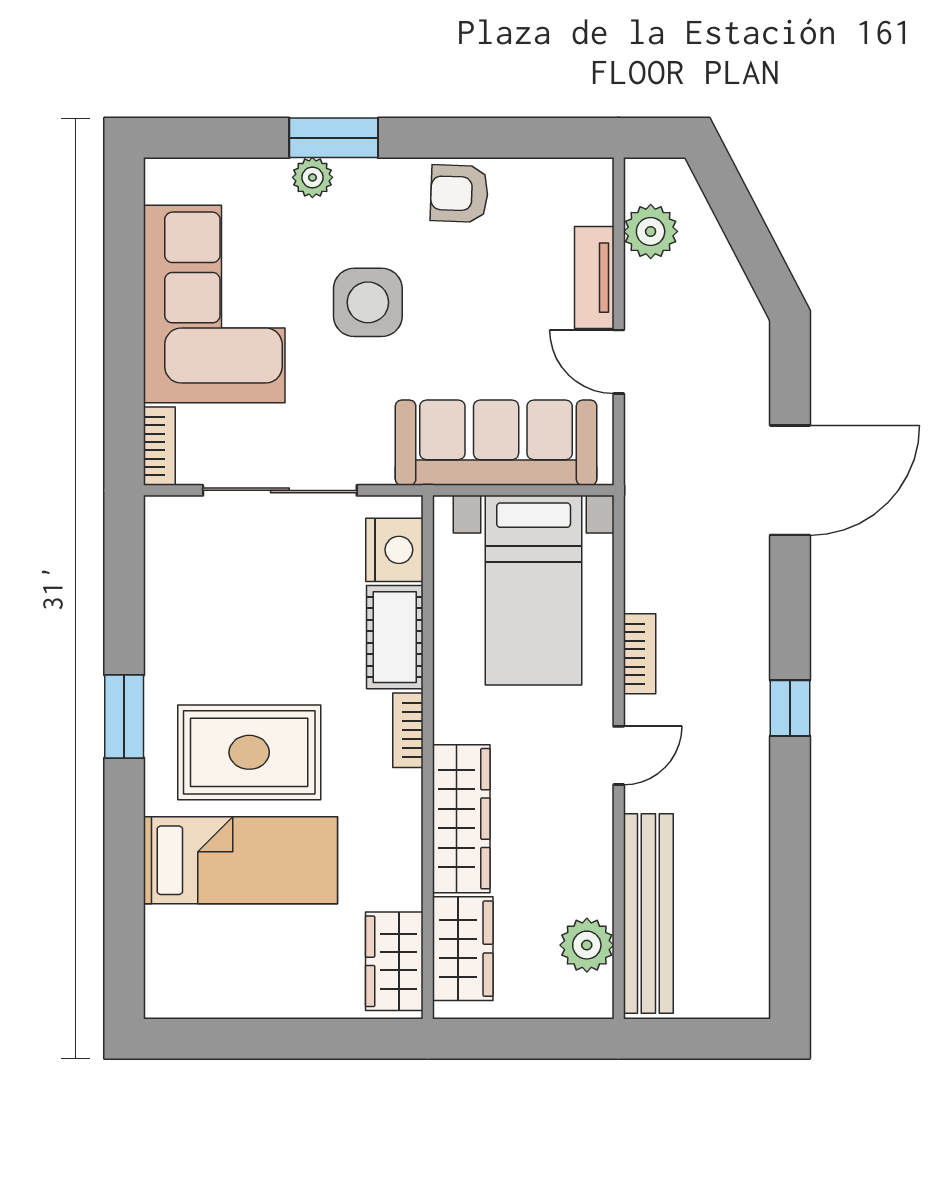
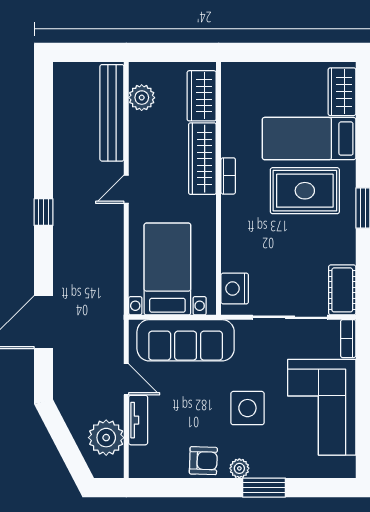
plant: (312, 177) -> (239, 468), moved
plant: (651, 231) -> (106, 438), width x1.36, depth x1.36
cot: (395, 637) -> (342, 290), moved
bookcase: (640, 654) -> (116, 238), removed
bookcase: (408, 730) -> (228, 176), moved
wardrobe: (394, 961) -> (342, 92), moved, turned 180

